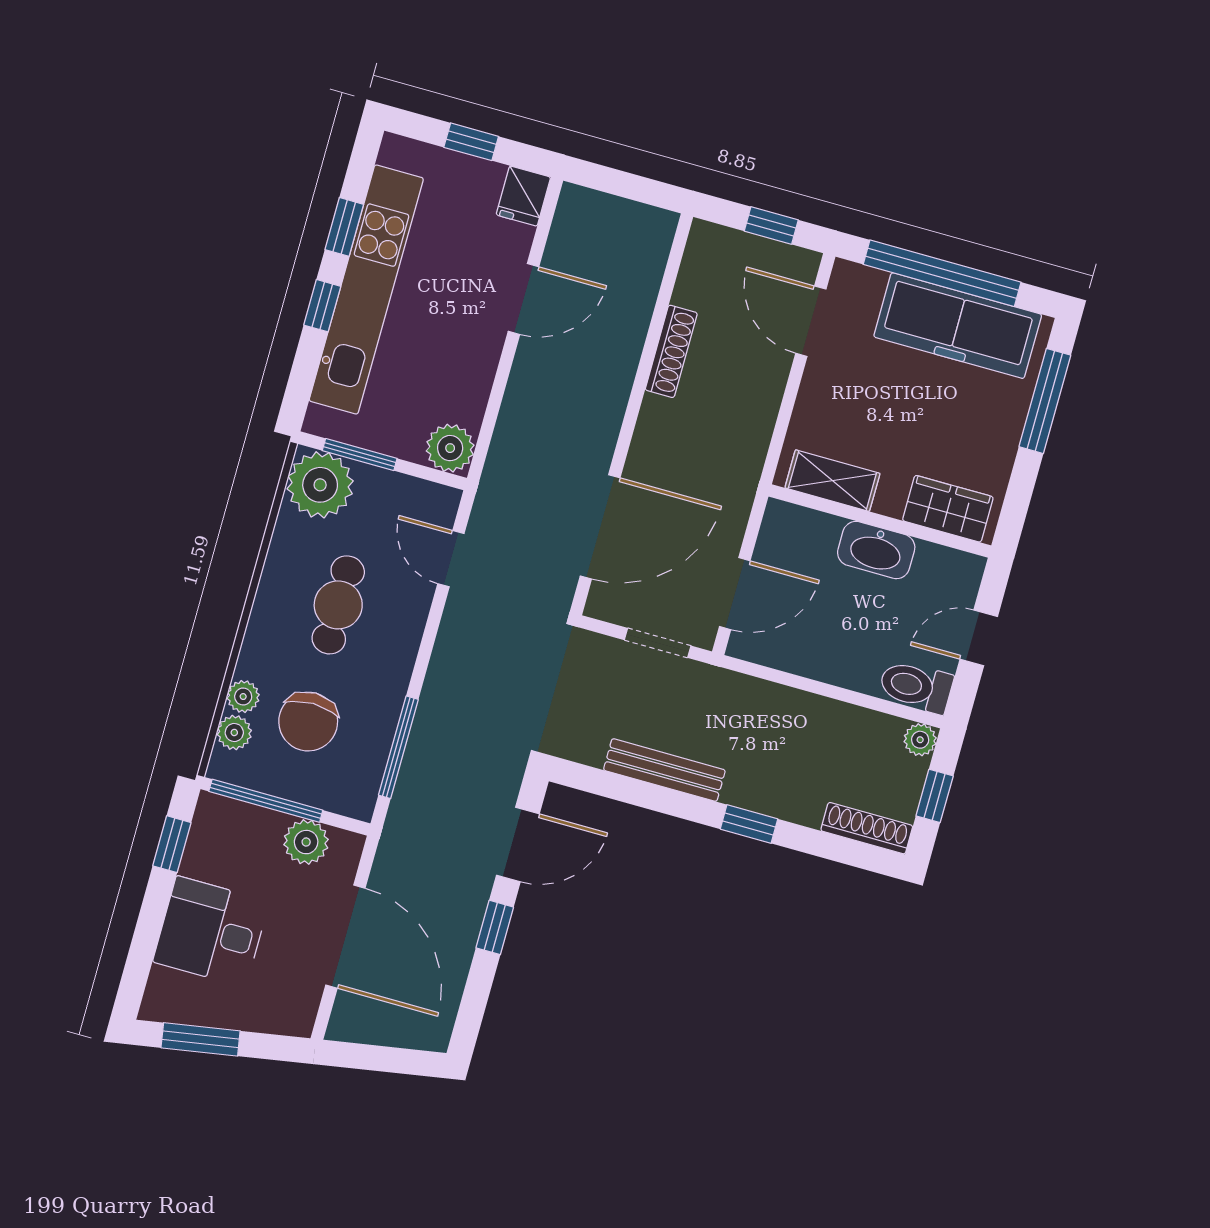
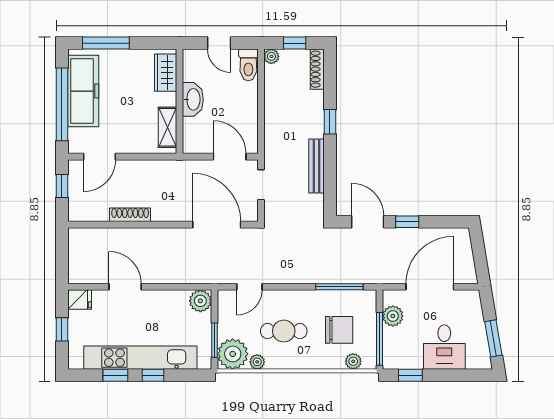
plant: (243, 697) -> (257, 362), moved

